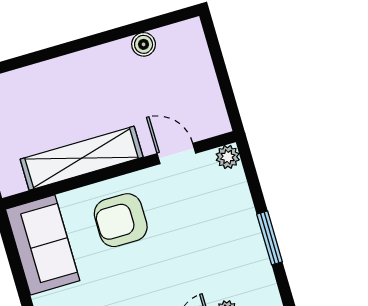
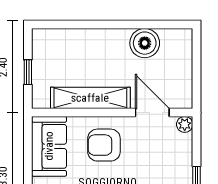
boiler: (144, 44) -> (145, 43), width x1.86, depth x1.86
door: (176, 153) -> (152, 113), width x1.38

